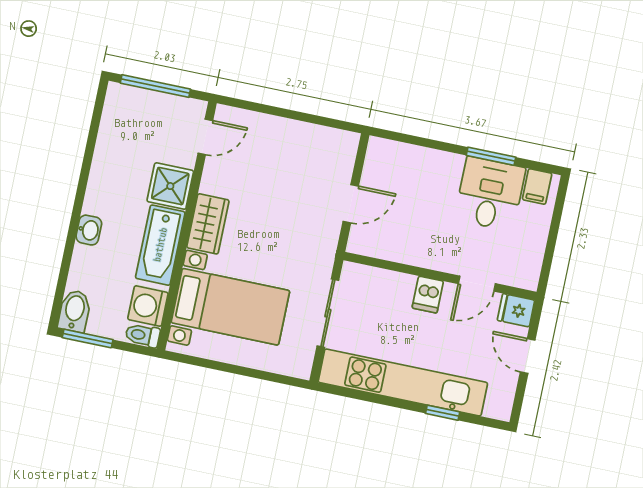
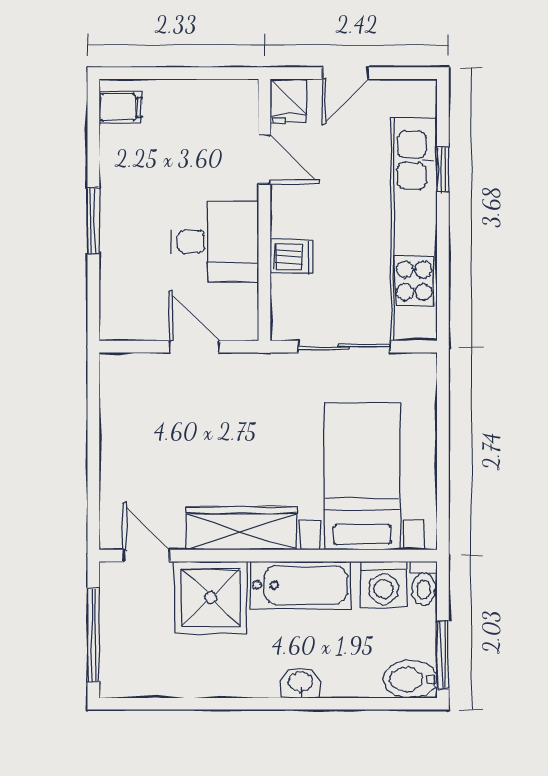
window: (491, 156) -> (93, 221), moved
shower: (170, 186) -> (211, 598), width x1.36, depth x1.36
desk: (490, 194) -> (215, 242), moved, turned 180
wardrobe: (208, 224) -> (241, 528), width x1.50
dishwasher: (428, 295) -> (292, 257), moved

